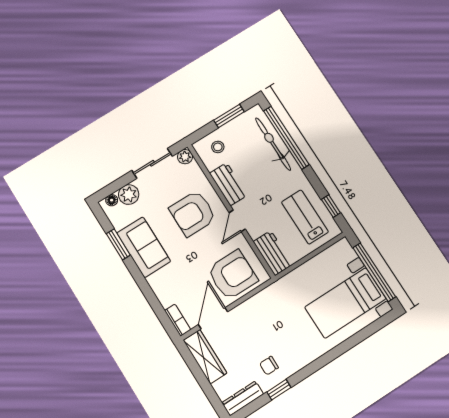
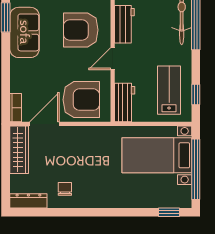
bed with nightstands: (345, 303) -> (157, 155), moved
chair: (269, 366) -> (65, 189), turned 90
window: (279, 390) -> (169, 212), moved

